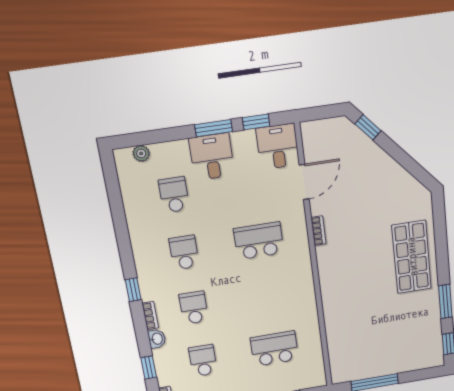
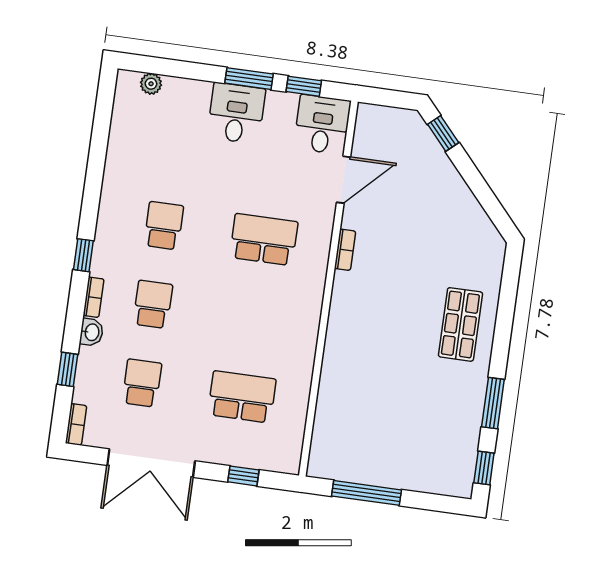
school desk: (174, 195) -> (175, 147), removed
shop shelf: (412, 257) -> (460, 324), width x0.70, depth x0.74

